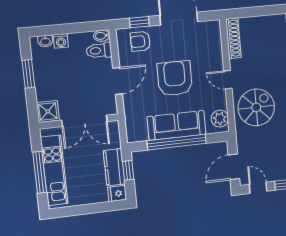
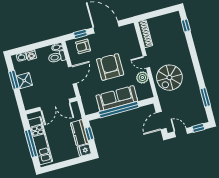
spiral stairs: (256, 107) -> (169, 78), turned 180
shower: (48, 111) -> (24, 81), moved
plant: (220, 119) -> (142, 78), moved

